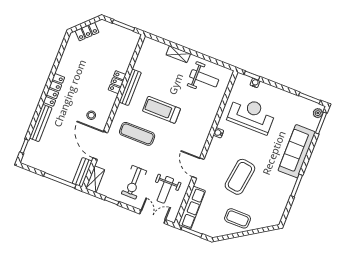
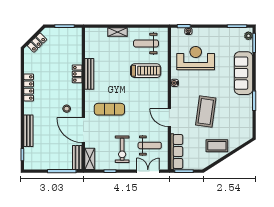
weight bench: (204, 78) -> (146, 43), turned 180
locker: (54, 90) -> (29, 87), moved
treadmill: (162, 110) -> (146, 71), moved, turned 180
weight bench: (165, 190) -> (150, 145), turned -90

